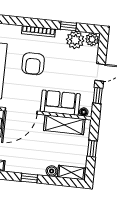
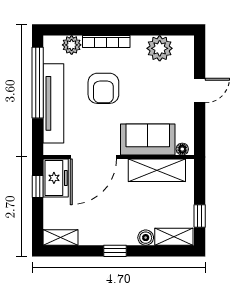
window: (68, 26) -> (148, 30), removed
plant: (92, 39) -> (72, 45), moved
window: (98, 96) -> (200, 124), removed
window: (92, 149) -> (200, 216), moved

